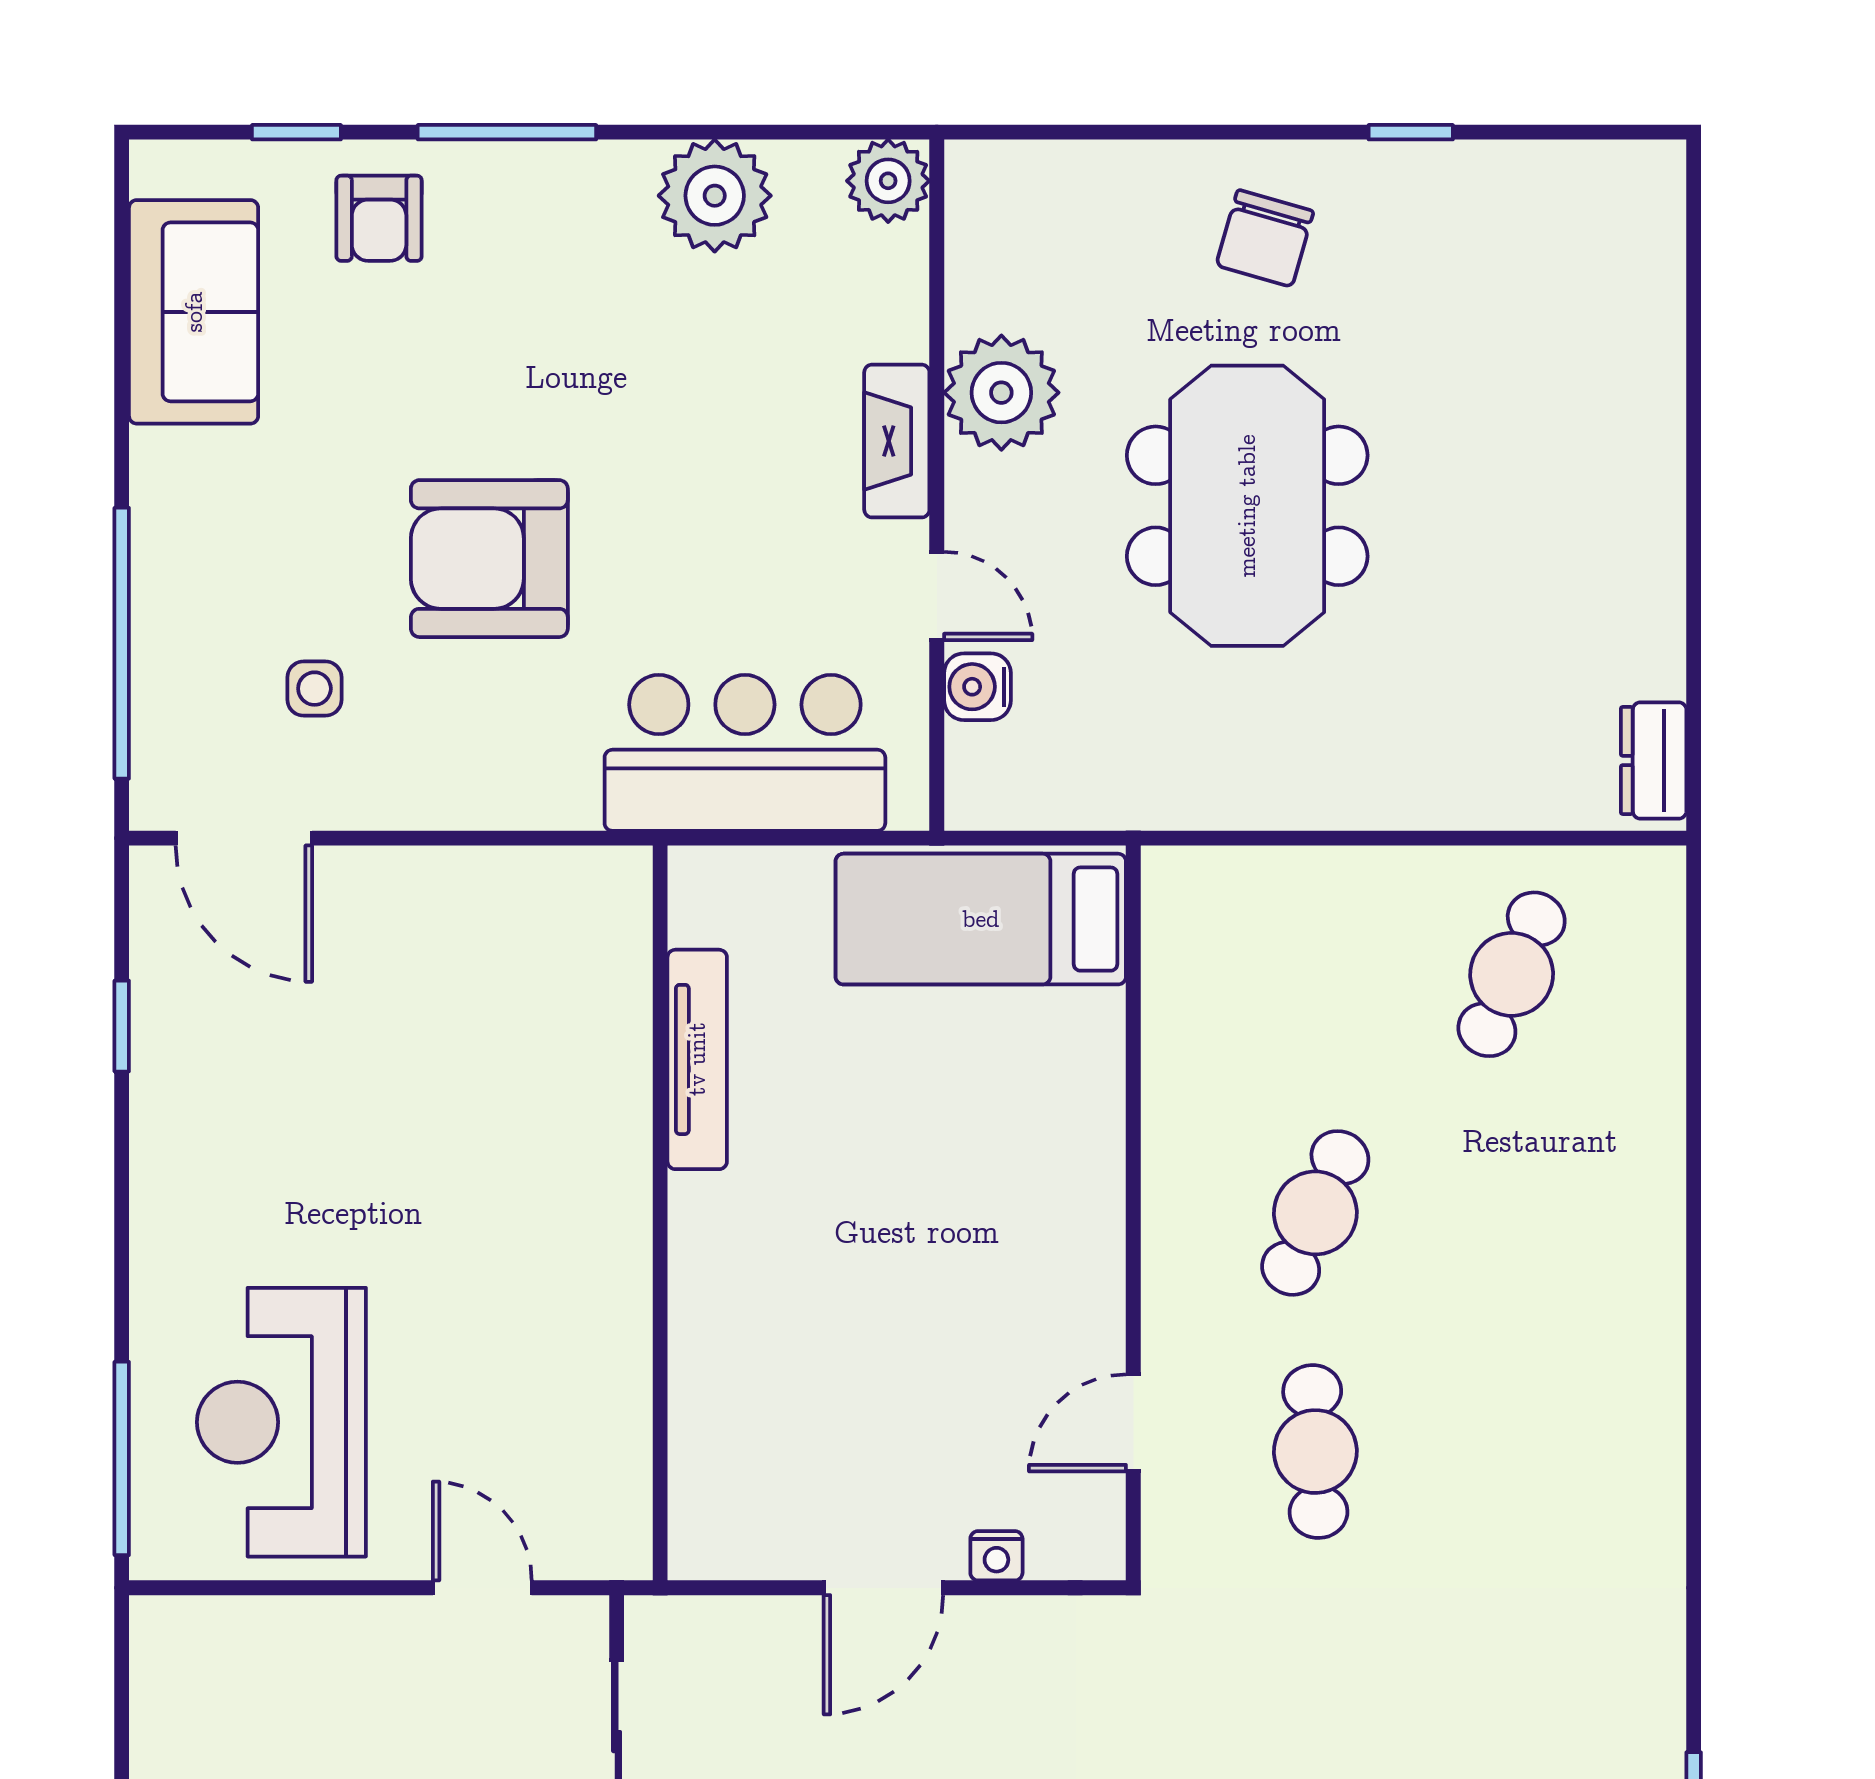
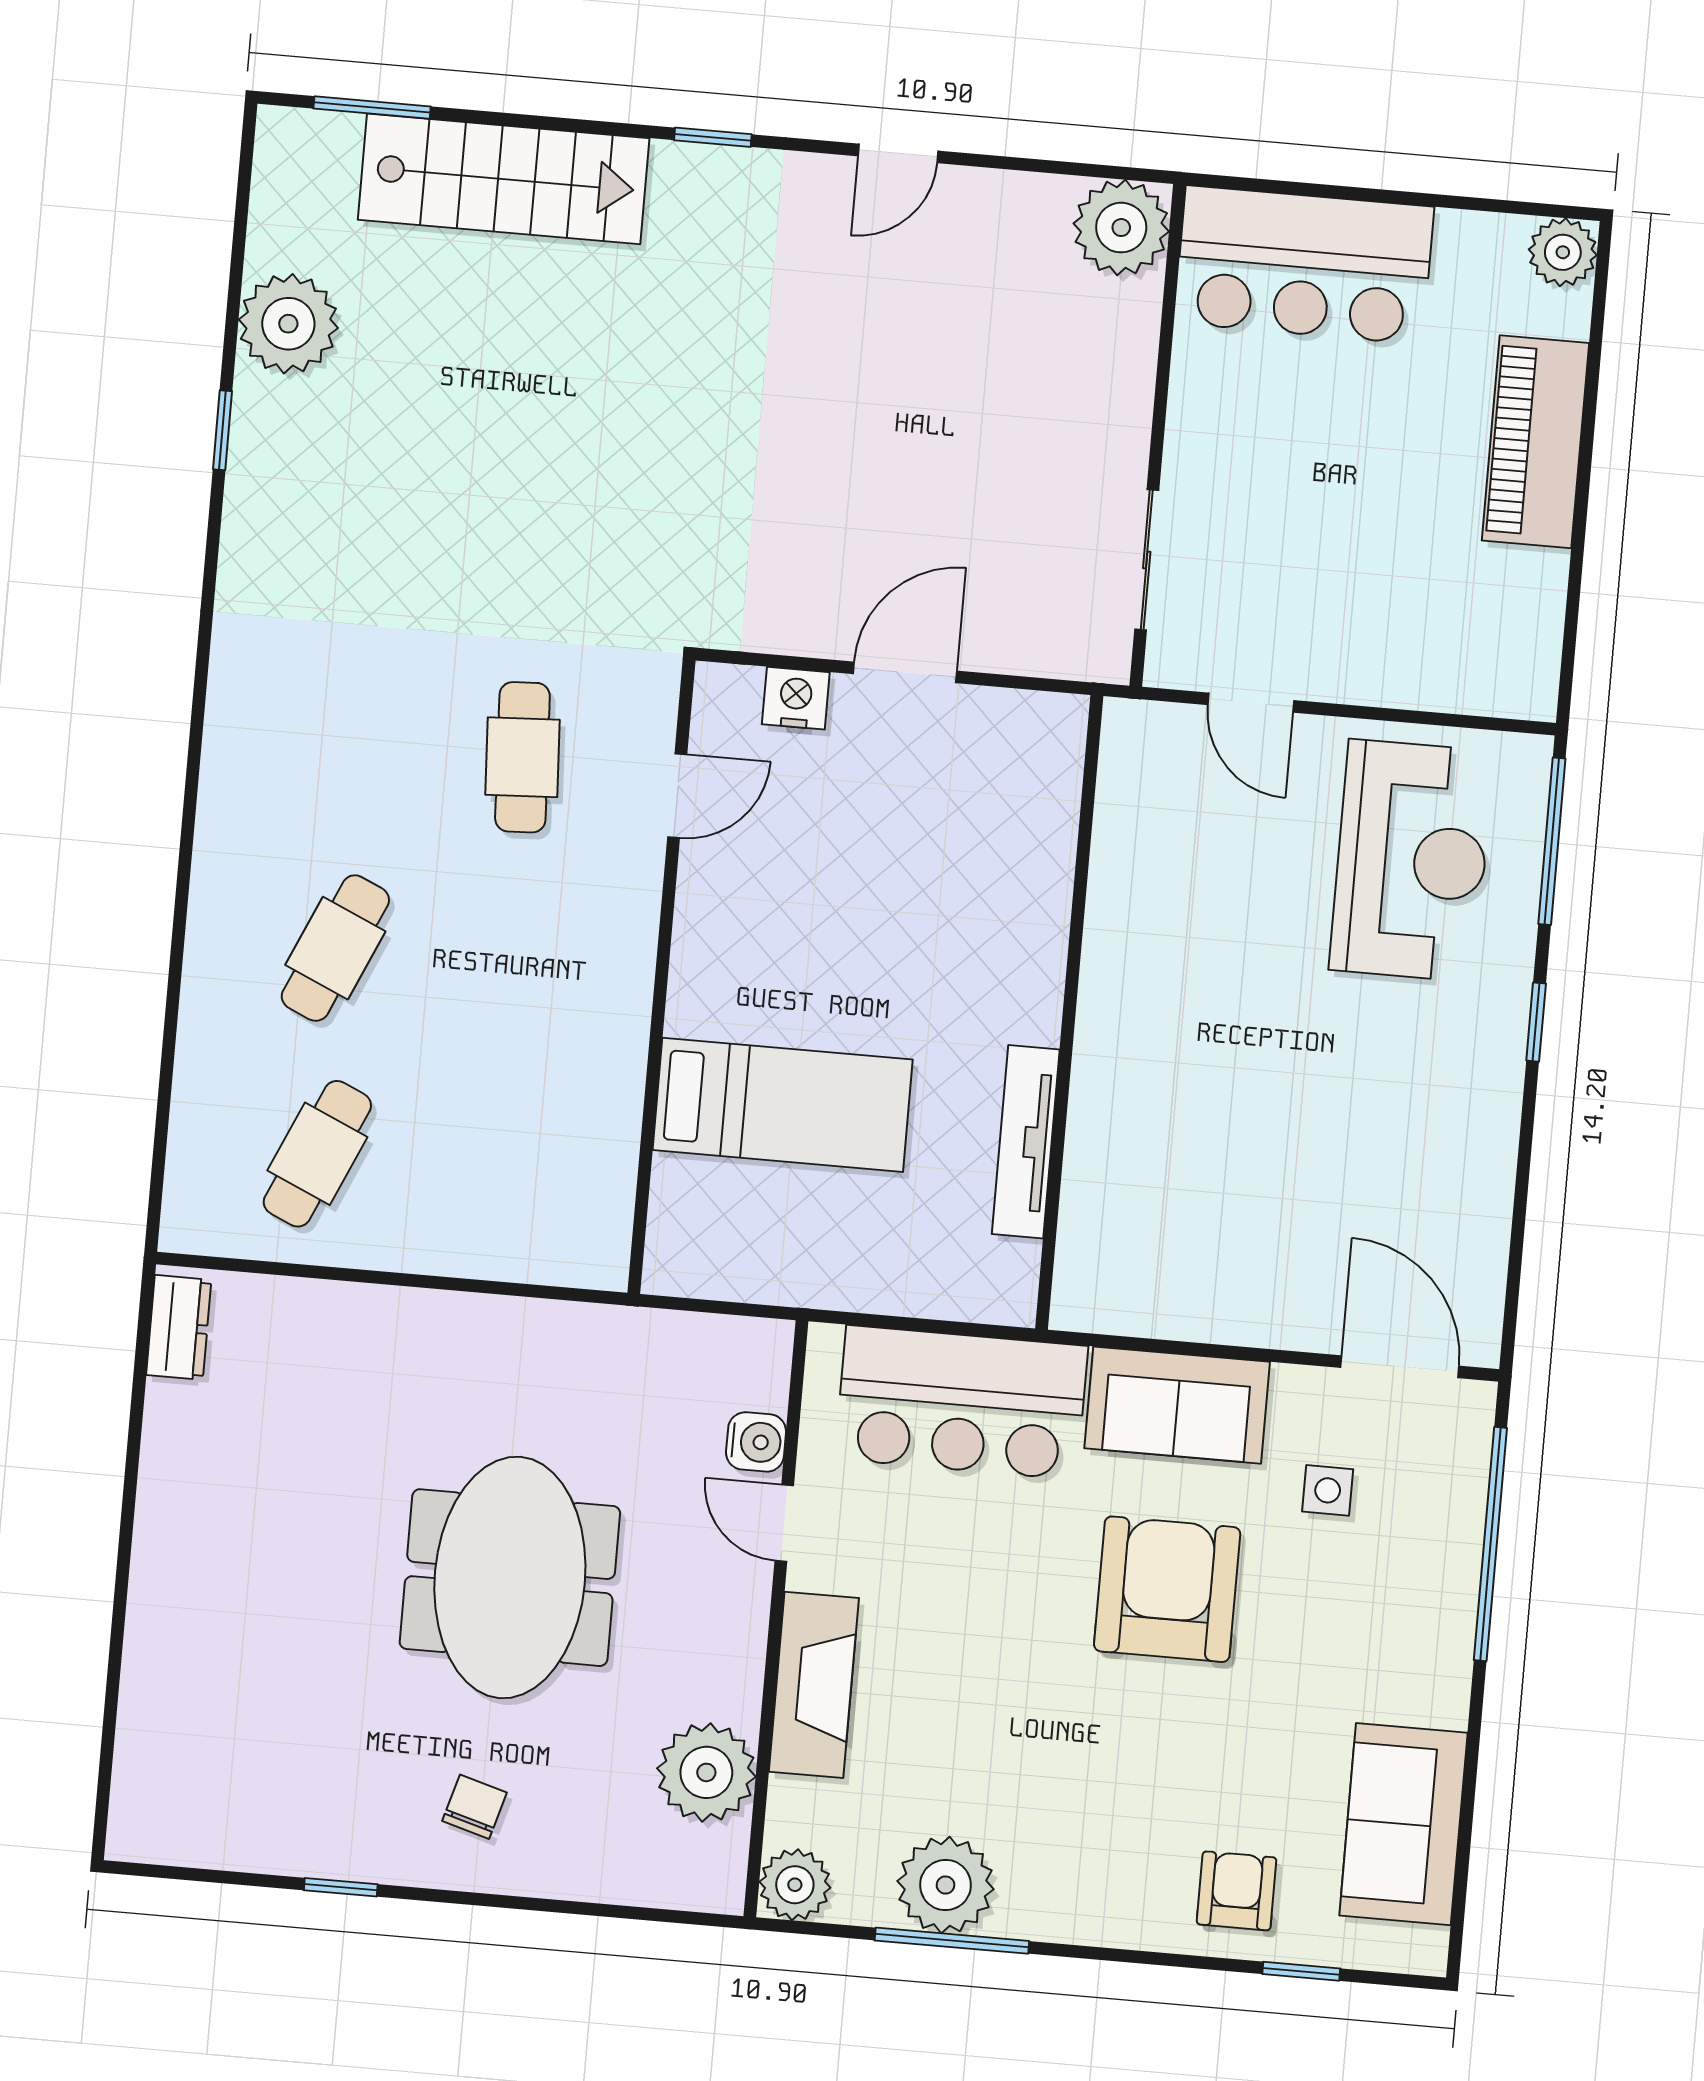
window: (507, 132) -> (952, 1941), moved
chair: (1265, 238) -> (475, 1807), width x0.73, depth x0.73
plant: (1001, 393) -> (706, 1772), moved
fireplace: (897, 441) -> (814, 1685), width x1.37, depth x1.32
armchair: (489, 559) -> (1167, 1589), turned -90
sofa: (496, 772) -> (1177, 1405), added
bed: (981, 919) -> (783, 1105), moved
window: (122, 1026) -> (1536, 1022), moved
cafe table: (1315, 1213) -> (335, 948), moved
nightstand: (996, 1556) -> (796, 698), width x1.39, depth x1.35

